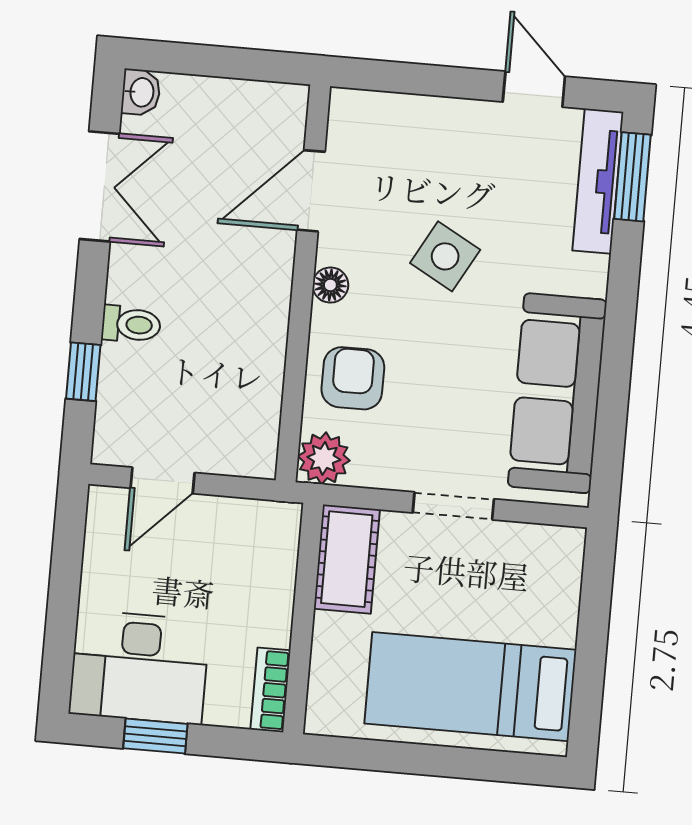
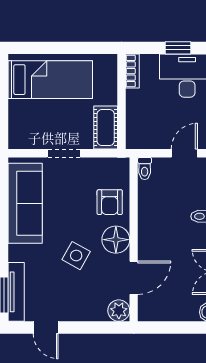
floor lamp: (330, 285) -> (116, 240), width x1.89, depth x1.89
toilet: (262, 452) -> (145, 169), added
plant: (324, 458) -> (119, 311), moved

